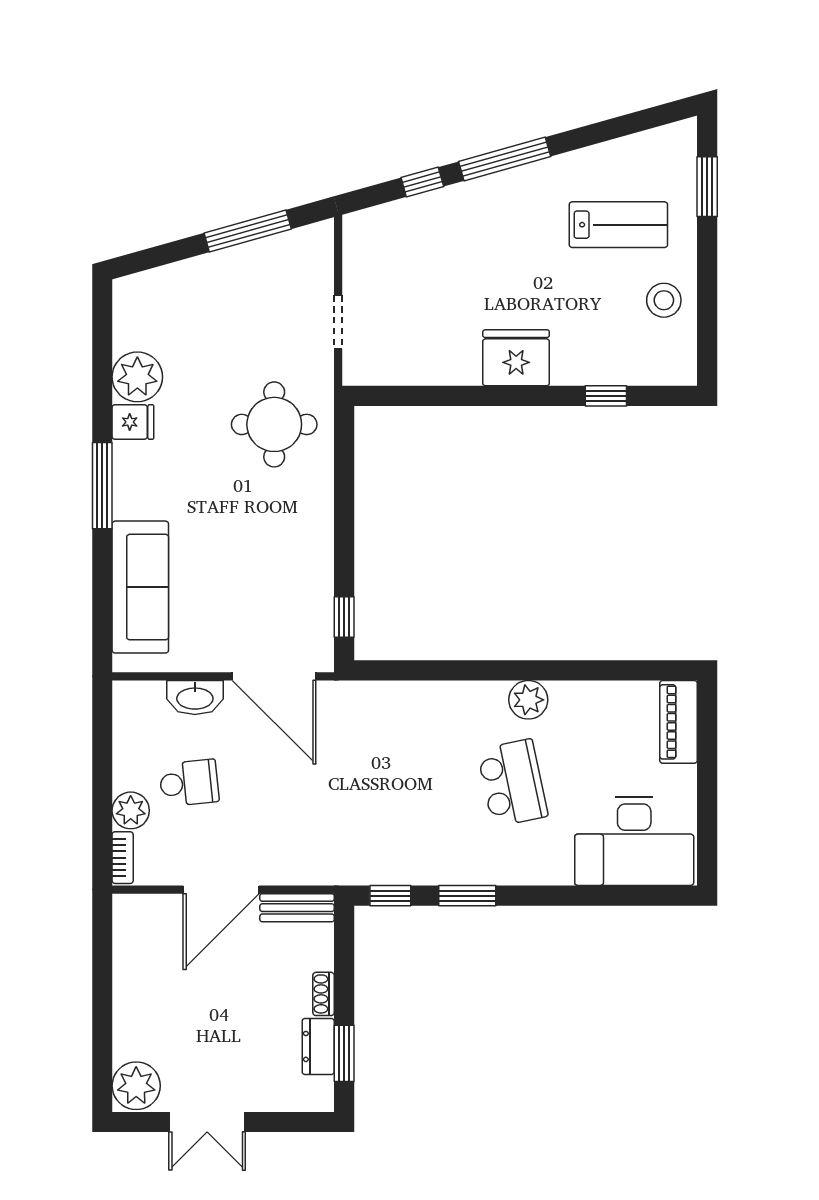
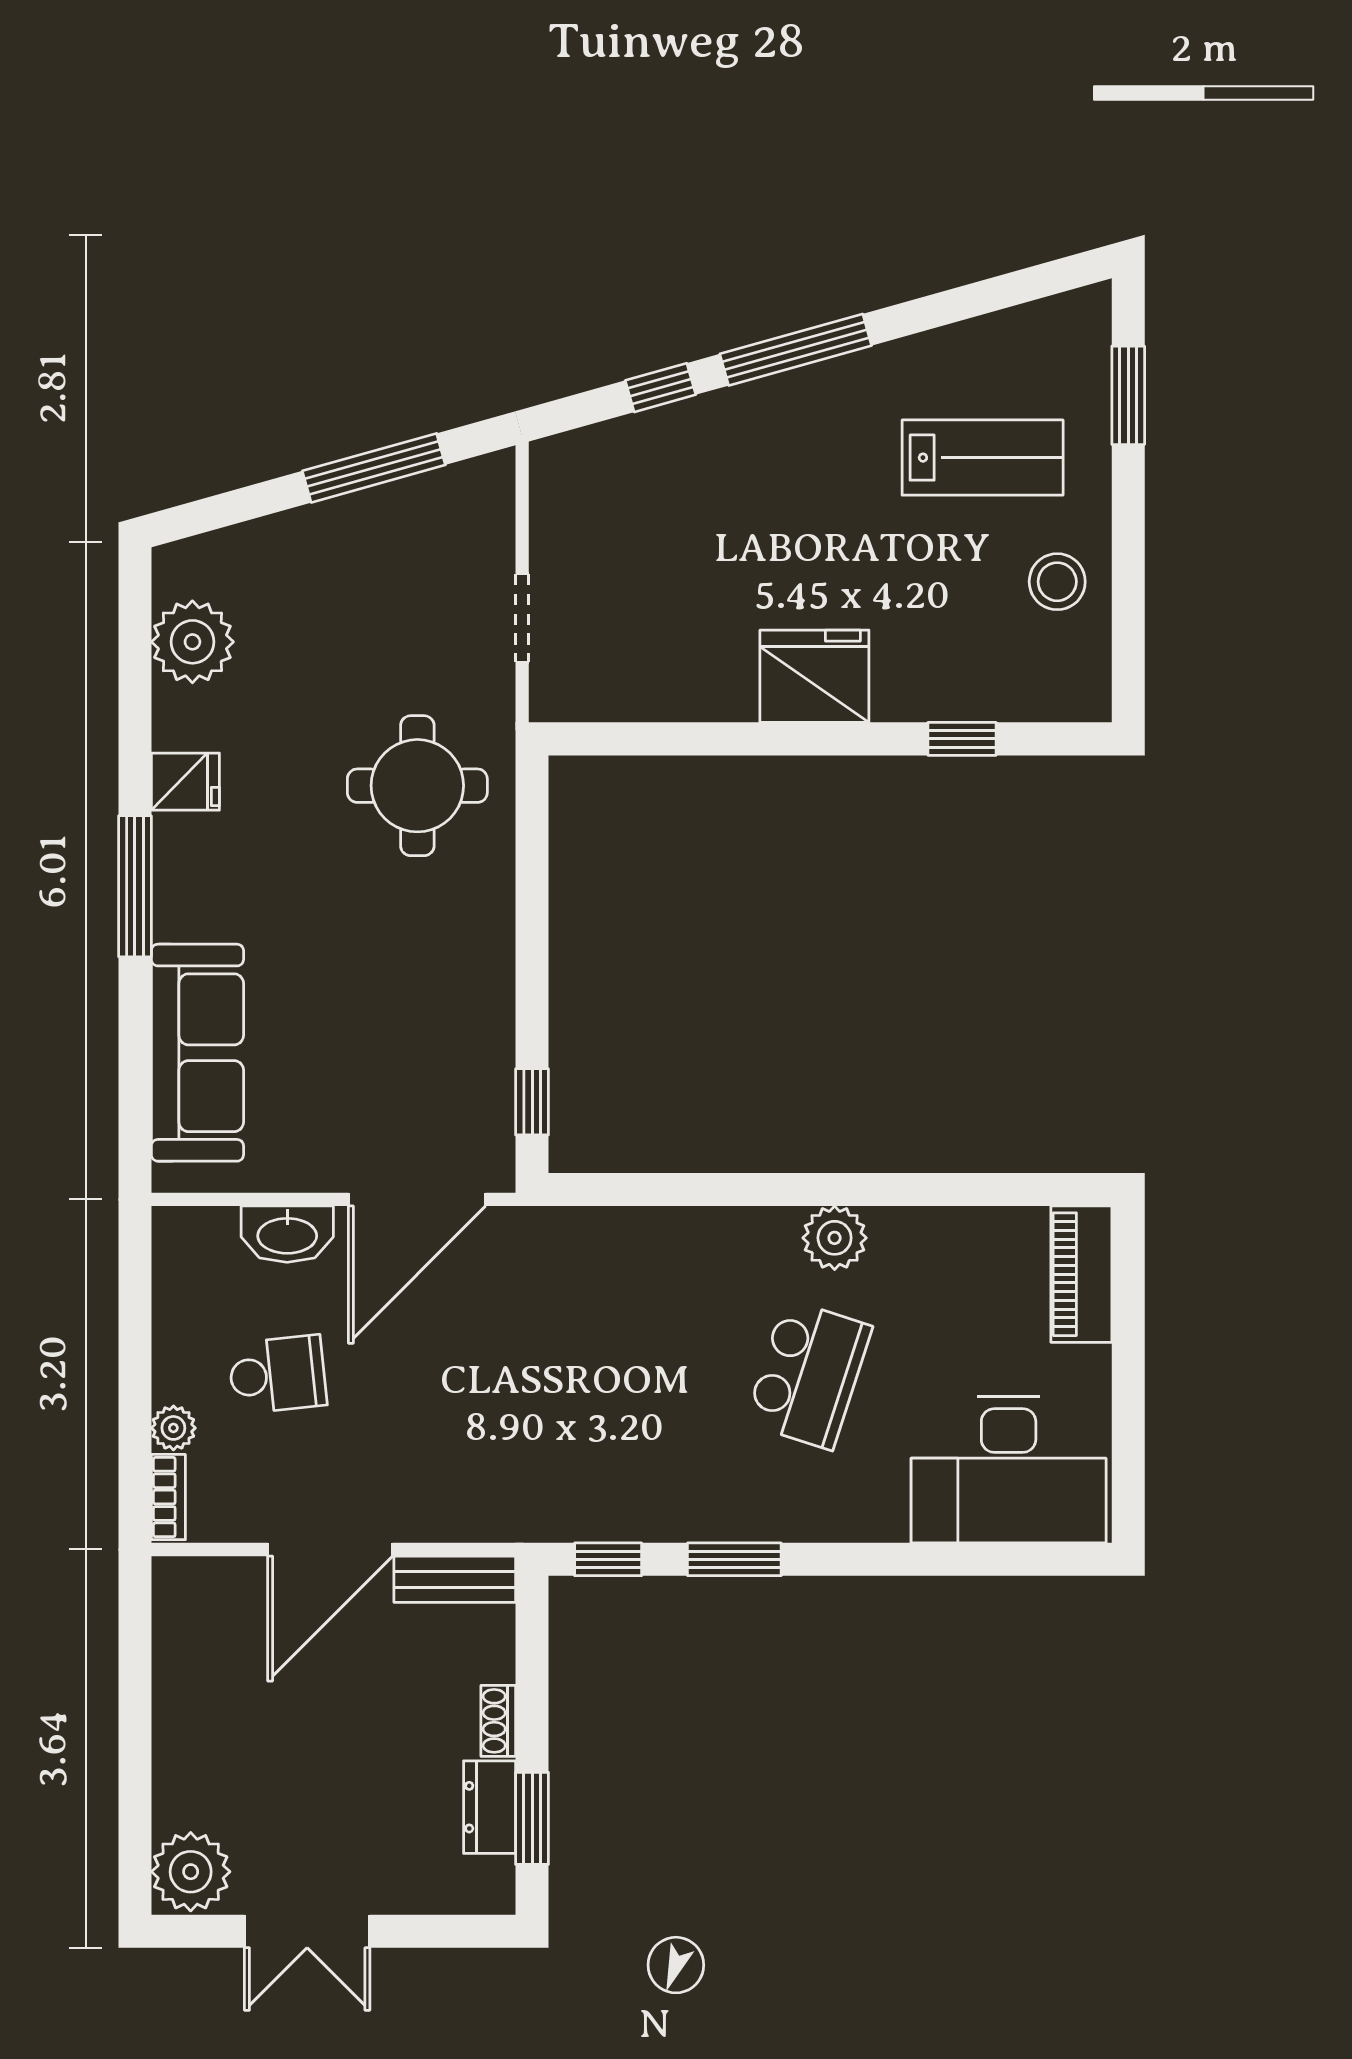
plant: (137, 377) -> (192, 642), moved
door: (274, 676) -> (417, 1199), hinge flipped
school desk: (512, 783) -> (809, 1374), turned 30
plant: (131, 810) -> (173, 1428), width x0.73, depth x0.73

